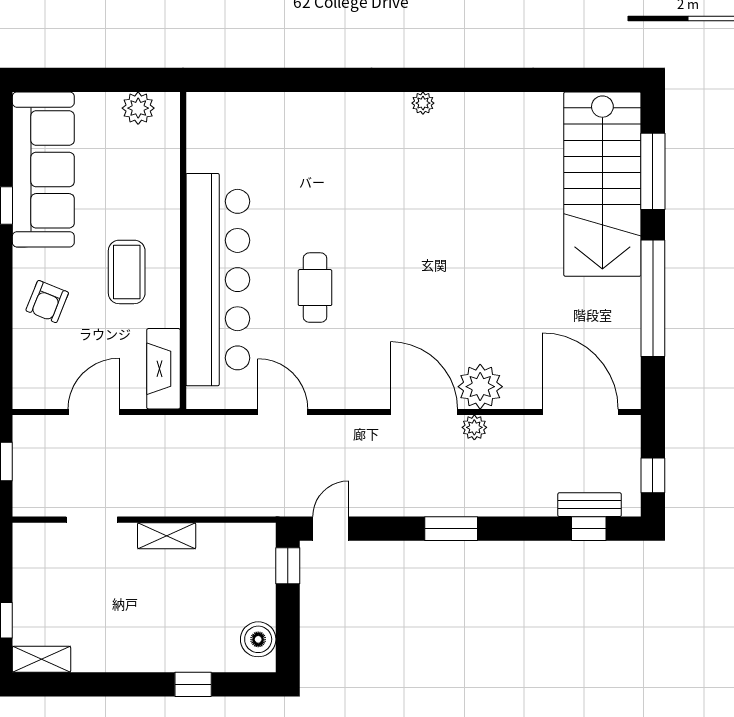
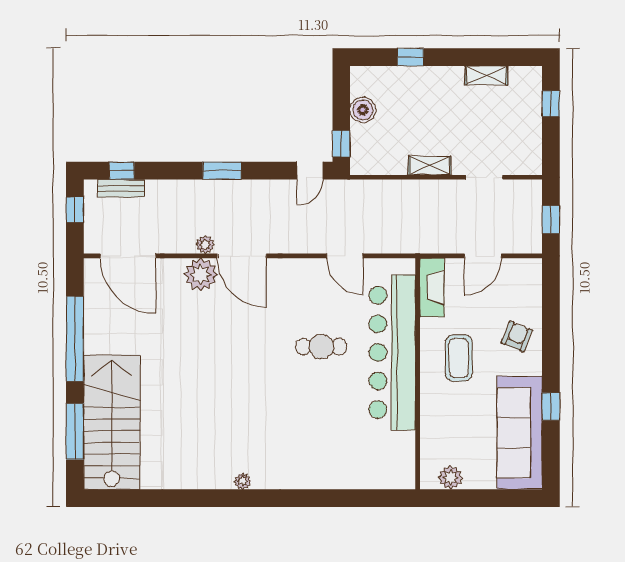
cafe table: (315, 288) -> (321, 347), turned 90
boiler: (258, 639) -> (363, 110), moved
shelving: (42, 659) -> (486, 75), moved

